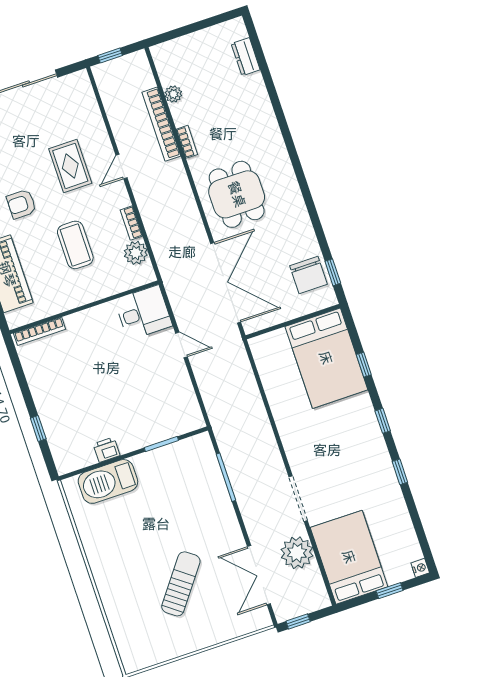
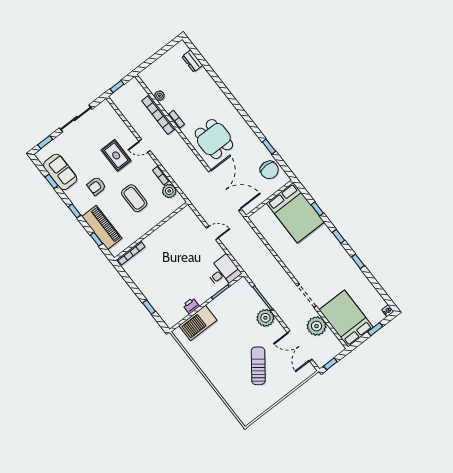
door: (121, 166) -> (145, 146), hinge flipped
window: (333, 272) -> (269, 147), moved
desk: (143, 313) -> (223, 272), moved
plant: (219, 511) -> (265, 318), added

